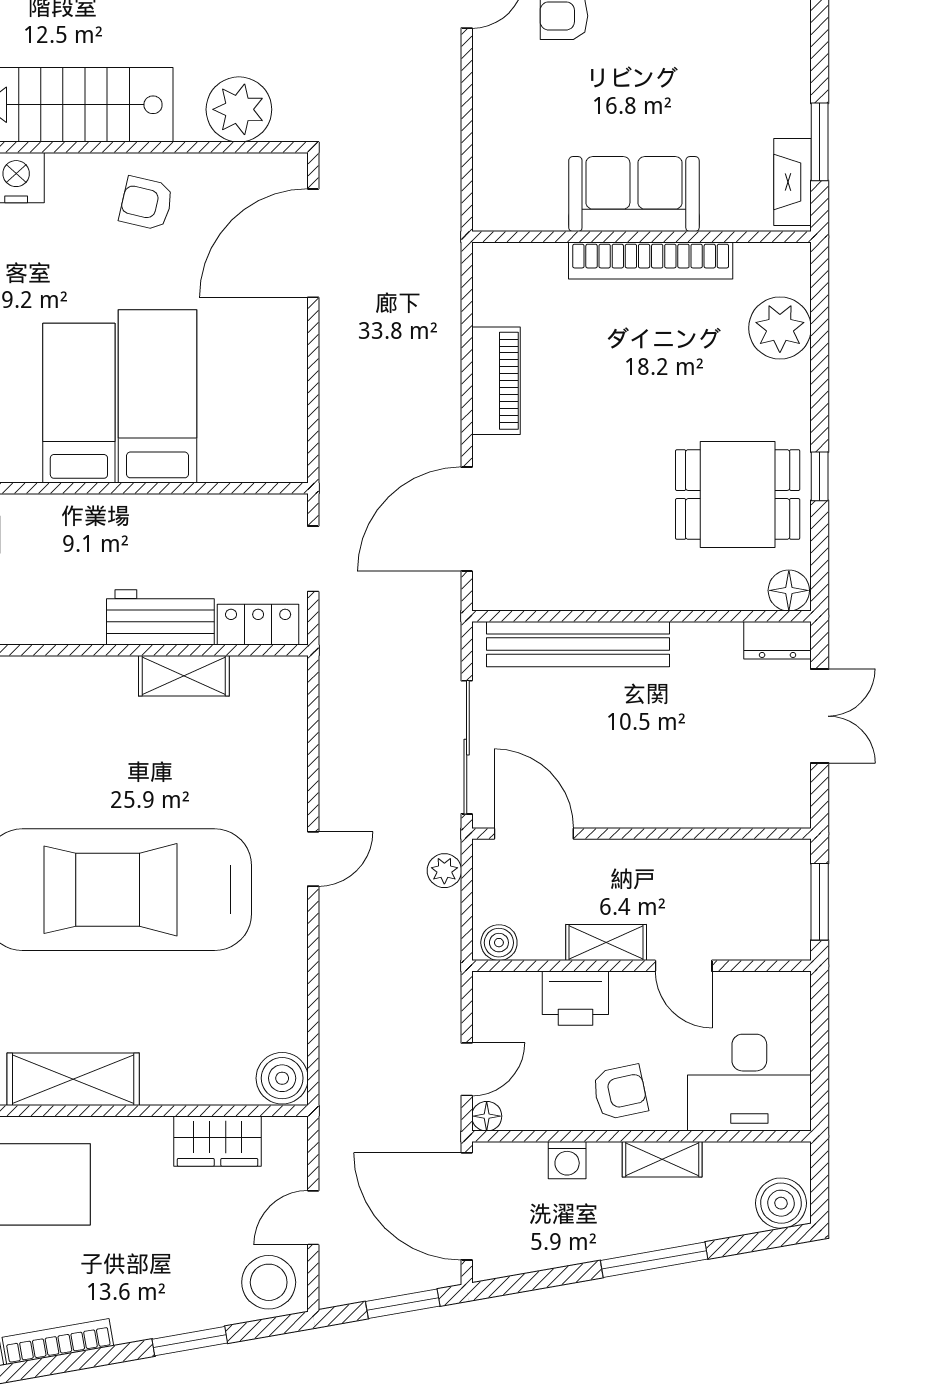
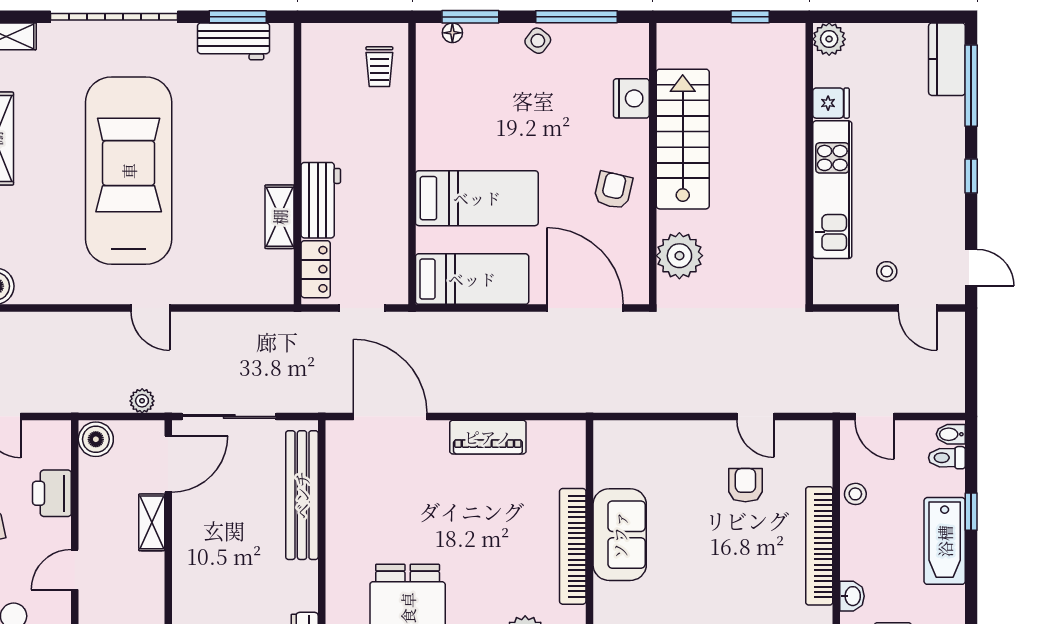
bed: (79, 403) -> (472, 279), moved
boiler: (499, 943) -> (96, 439), width x1.36, depth x1.36
shelving: (606, 943) -> (152, 522), moved

